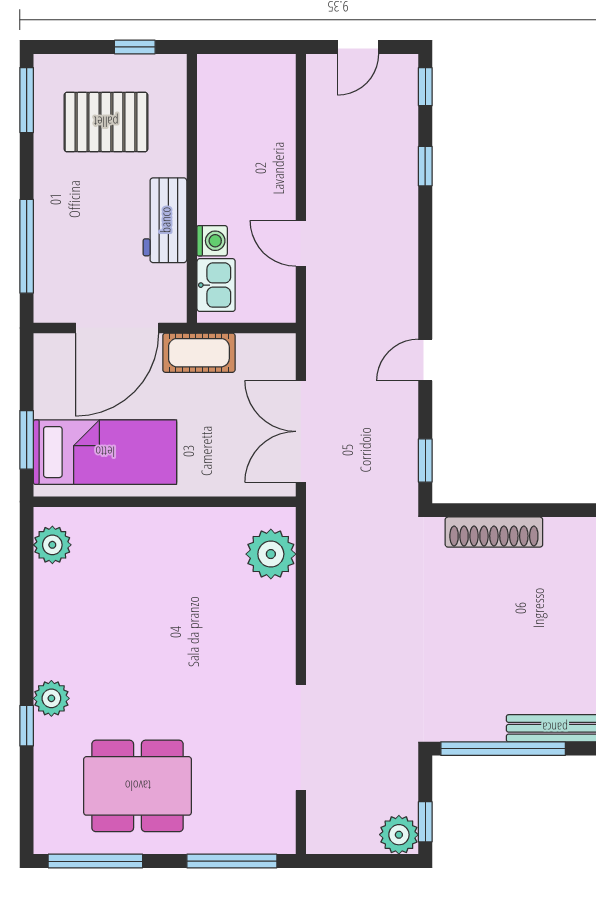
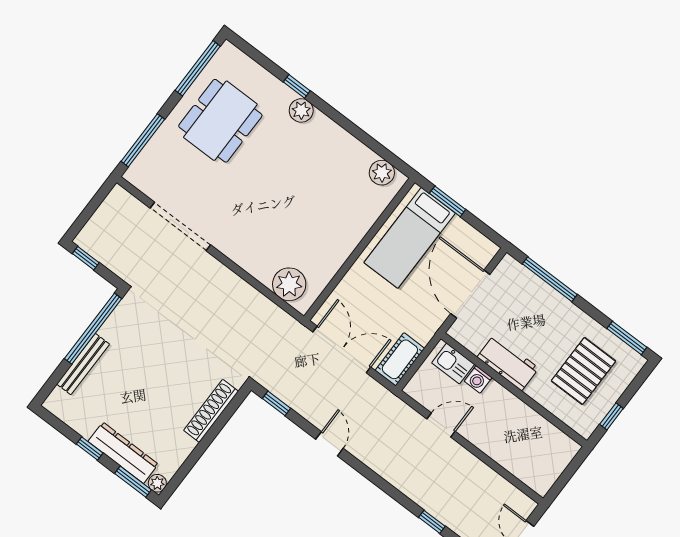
cot: (199, 353) -> (400, 359), moved
plant: (399, 835) -> (89, 239), removed

